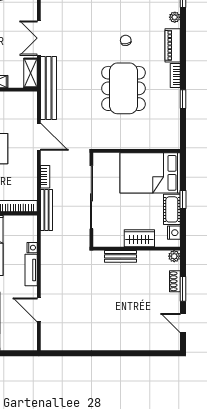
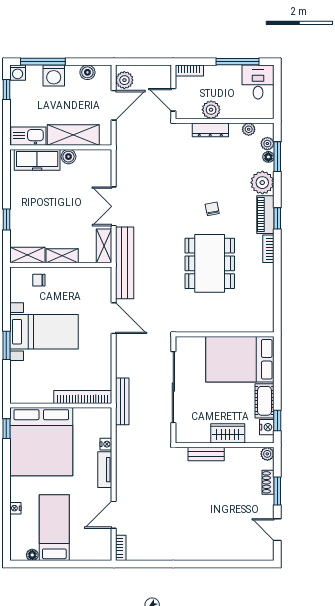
plant: (175, 17) -> (262, 183), width x1.87, depth x1.87
window: (183, 99) -> (277, 218), moved
bookcase: (45, 177) -> (121, 548), moved
window: (183, 199) -> (277, 420), moved
door: (39, 310) -> (114, 515), hinge flipped

